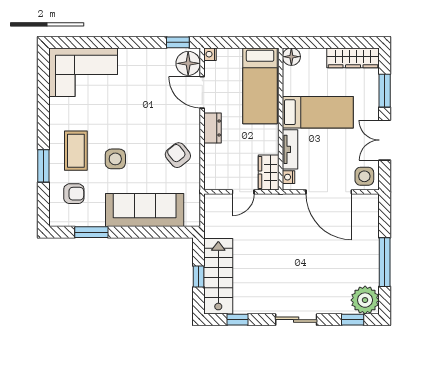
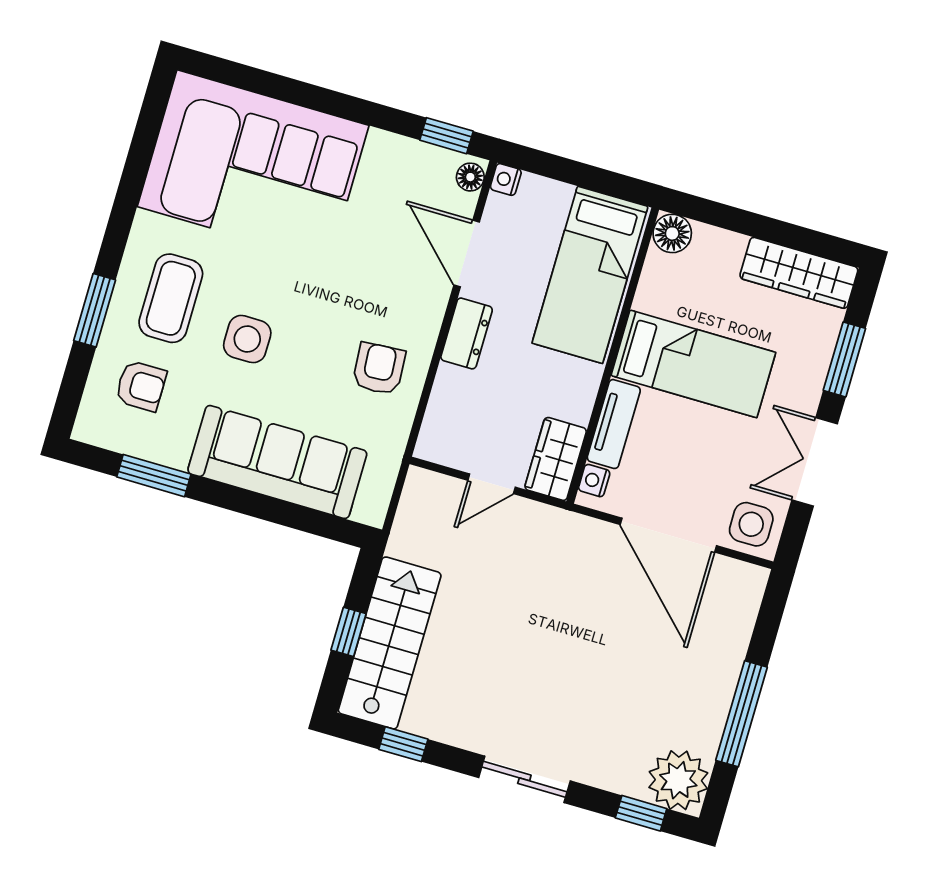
floor lamp: (188, 63) -> (470, 177), width x0.53, depth x0.53
corner sofa: (83, 72) -> (253, 166), width x1.36, depth x1.36
armchair: (178, 155) -> (379, 369), turned 35

